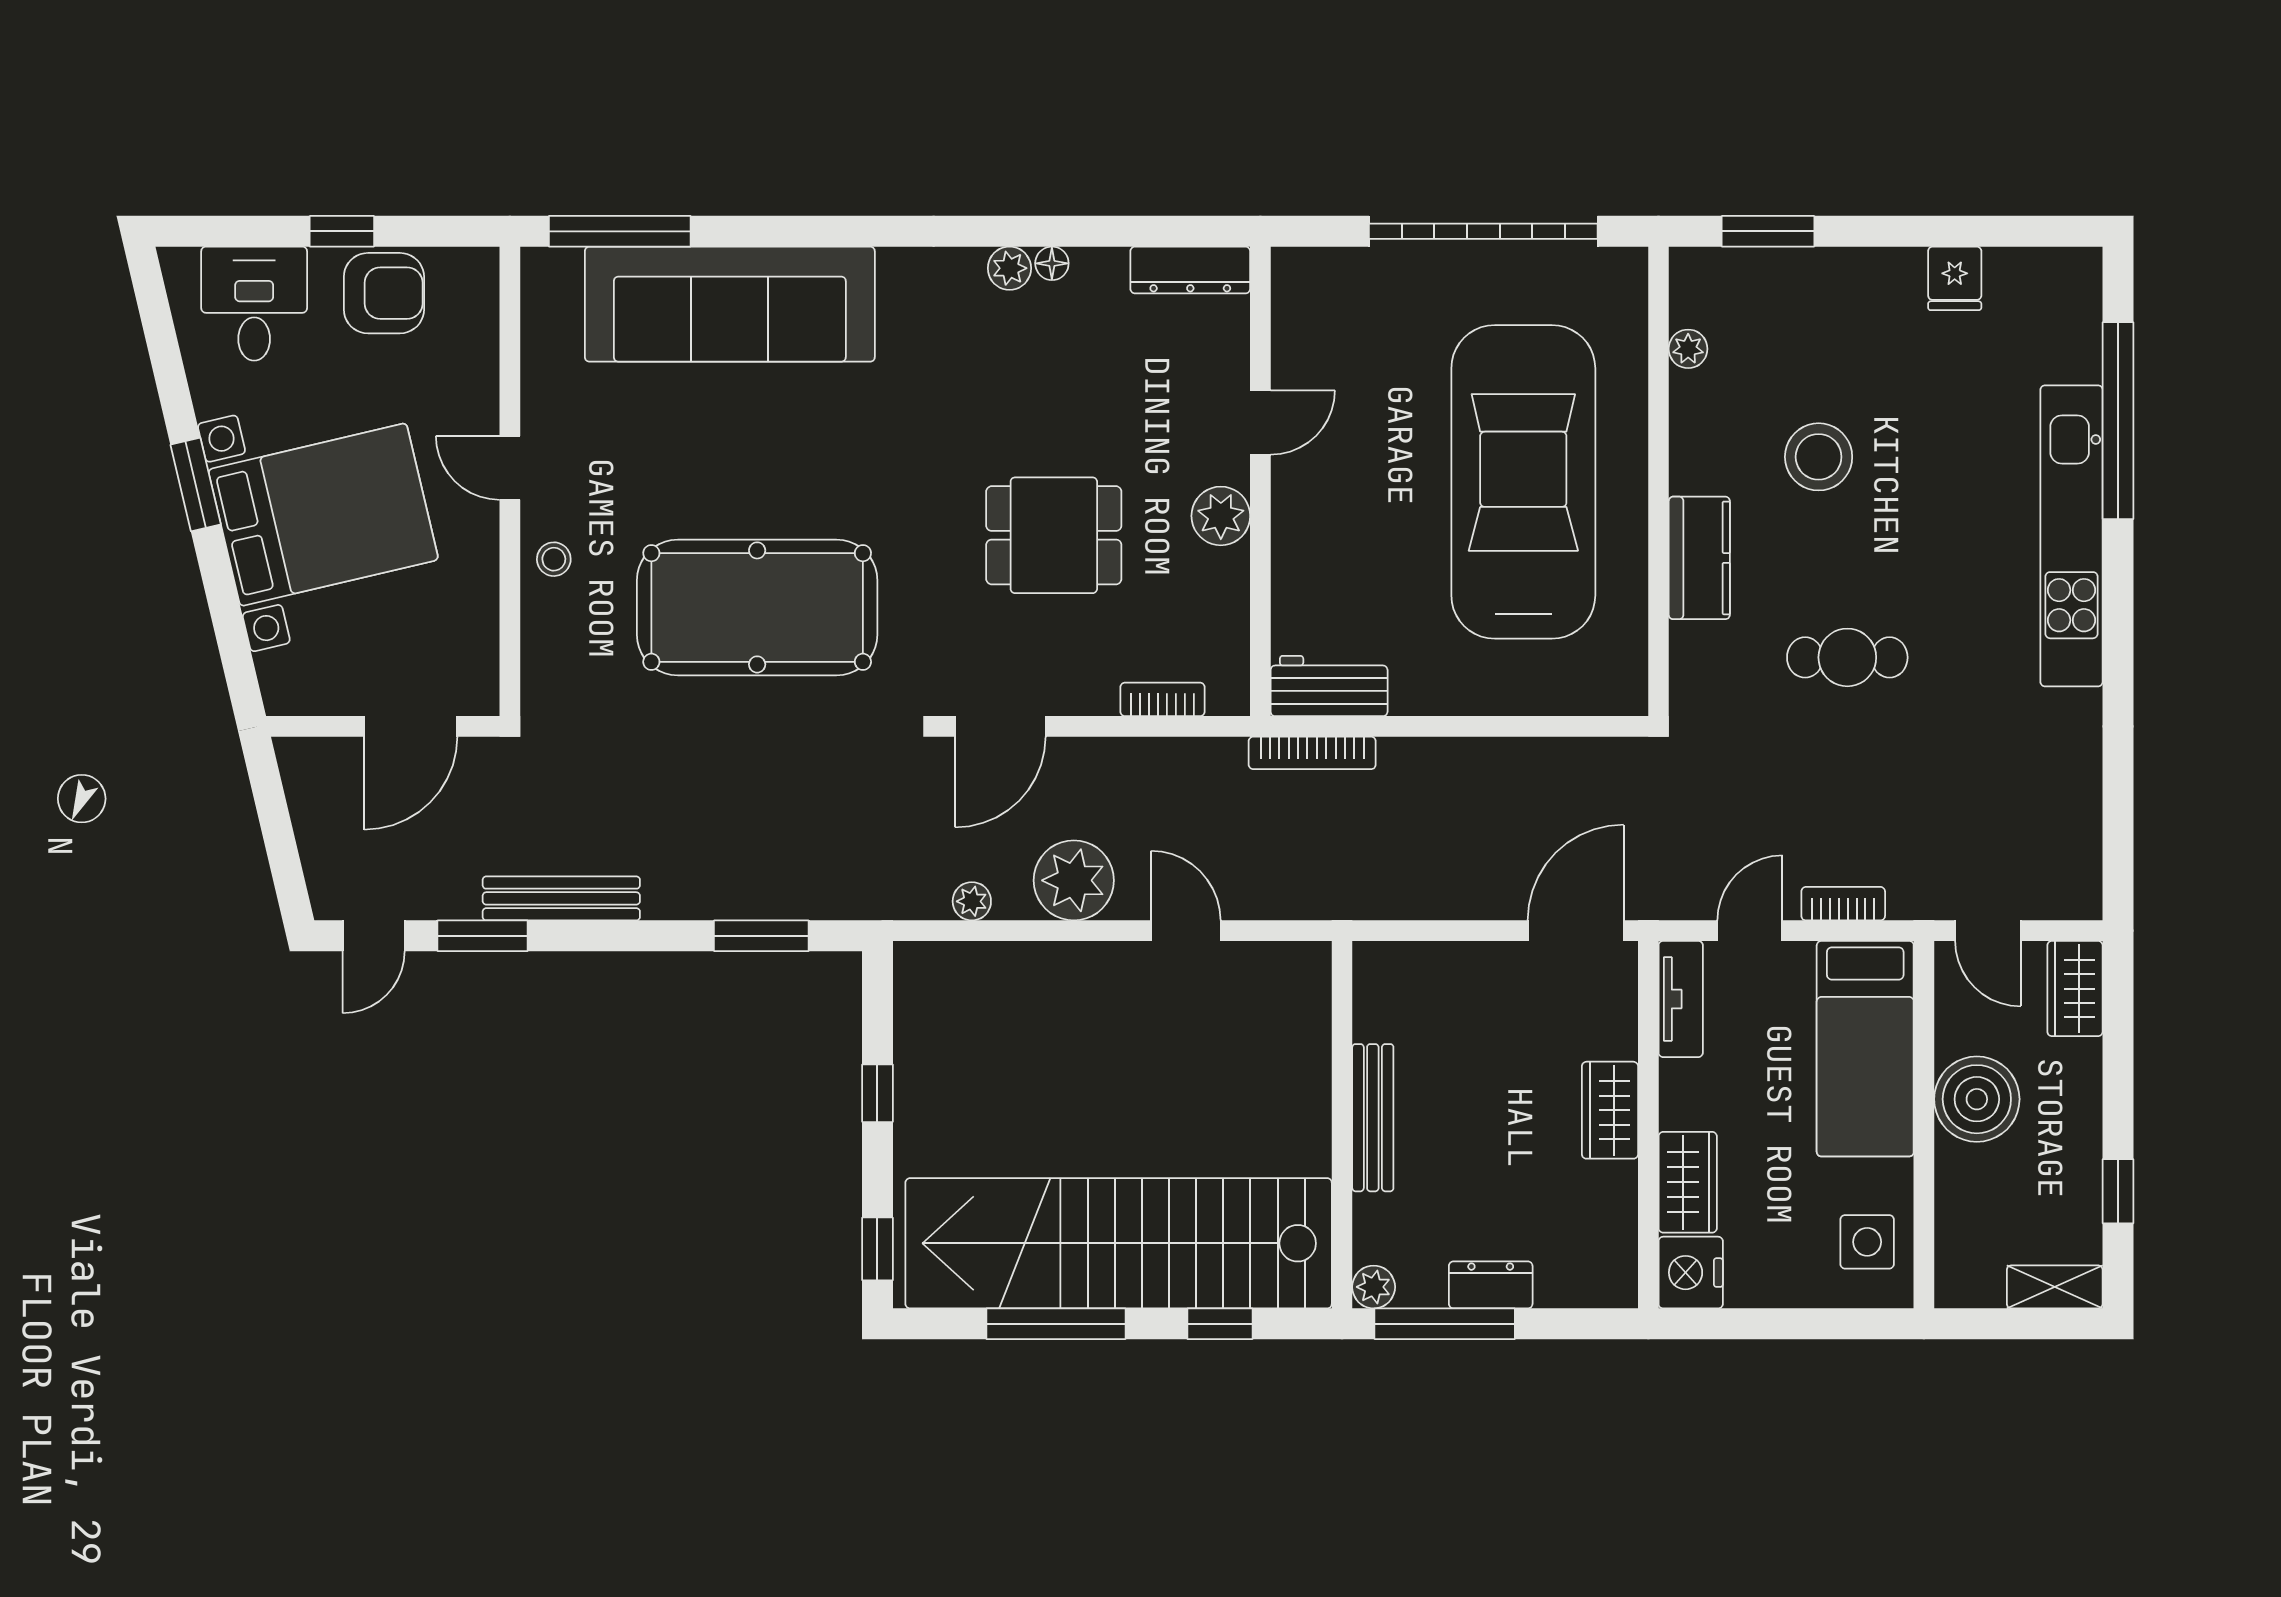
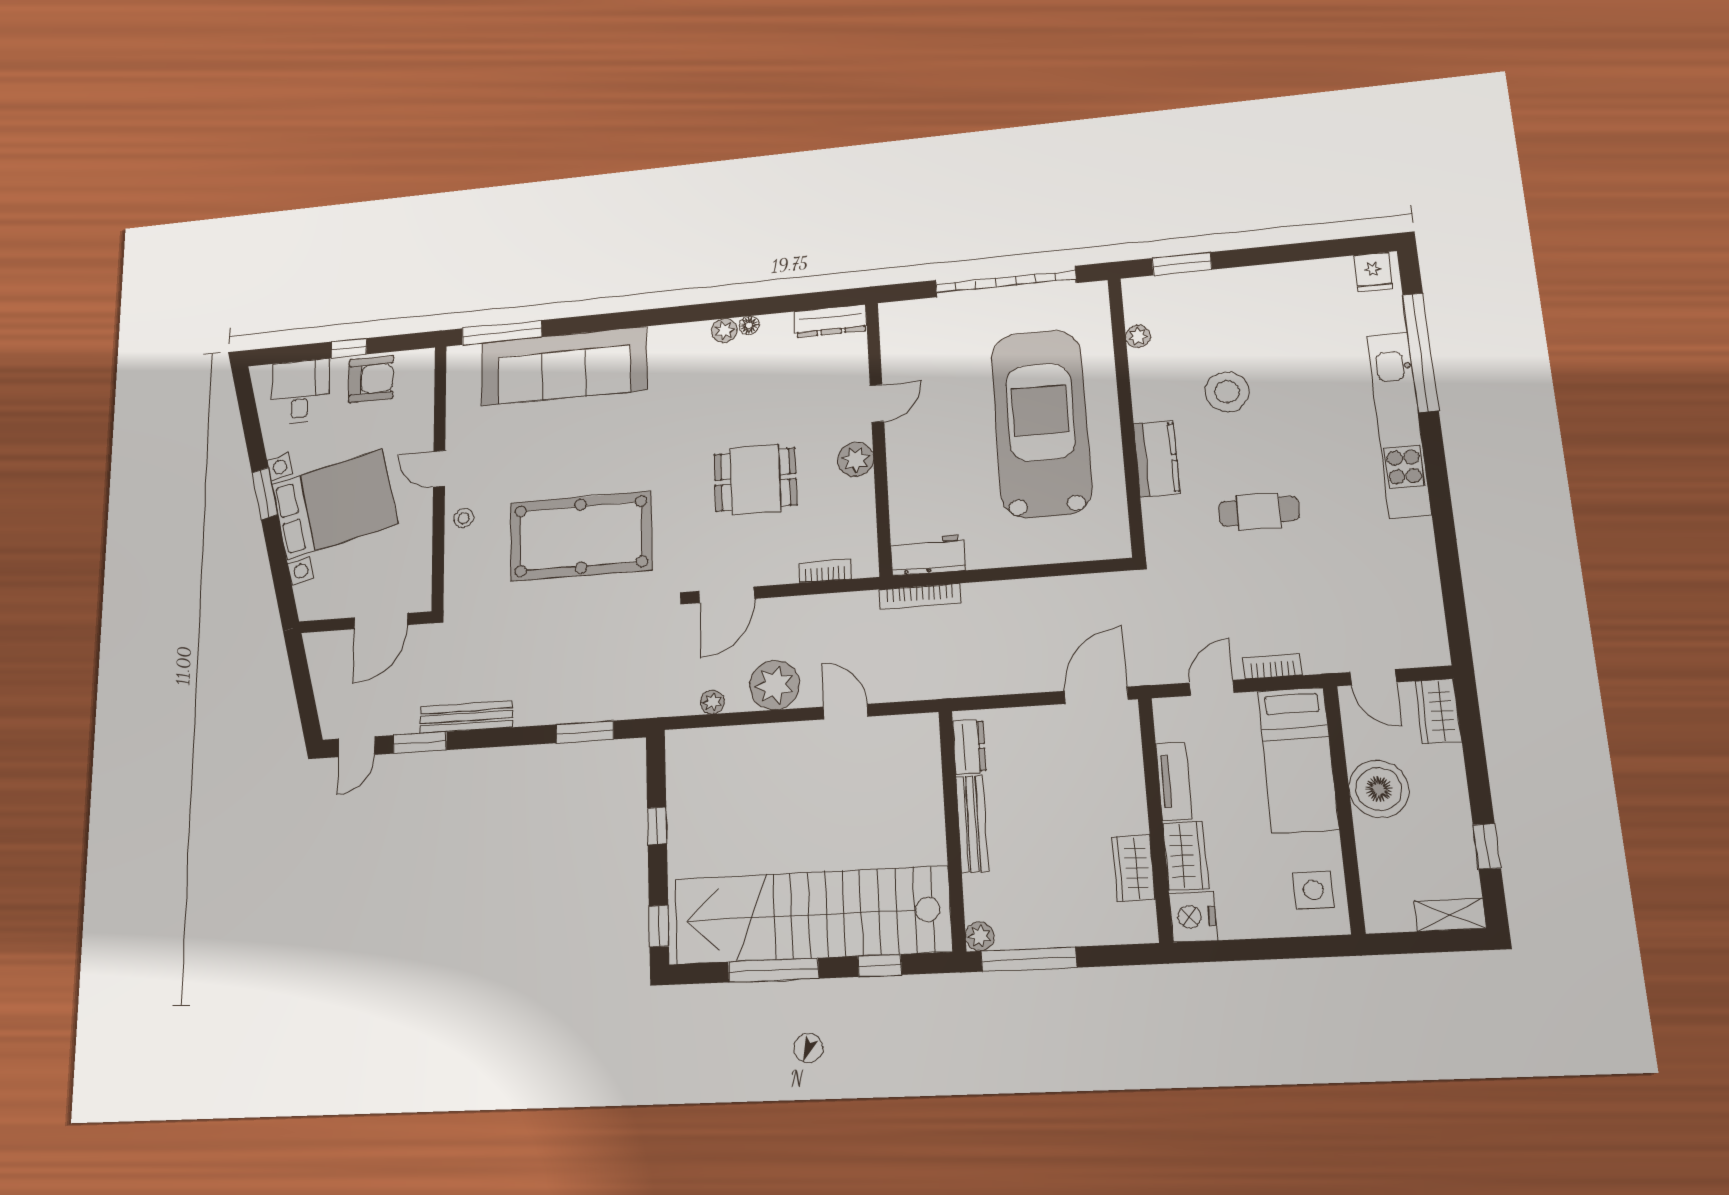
fridge: (1955, 278) -> (1373, 272), moved
tv unit: (1681, 999) -> (1174, 781), moved
wardrobe: (1610, 1110) -> (1134, 868), moved
dresser: (1491, 1285) -> (969, 747), moved, turned 90

